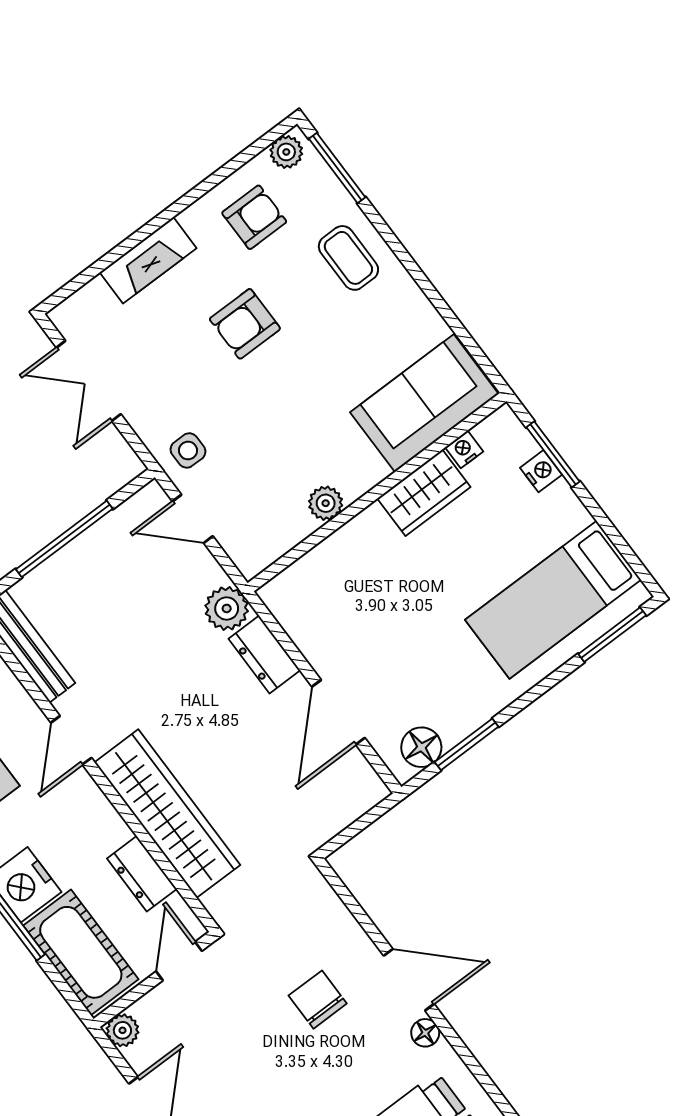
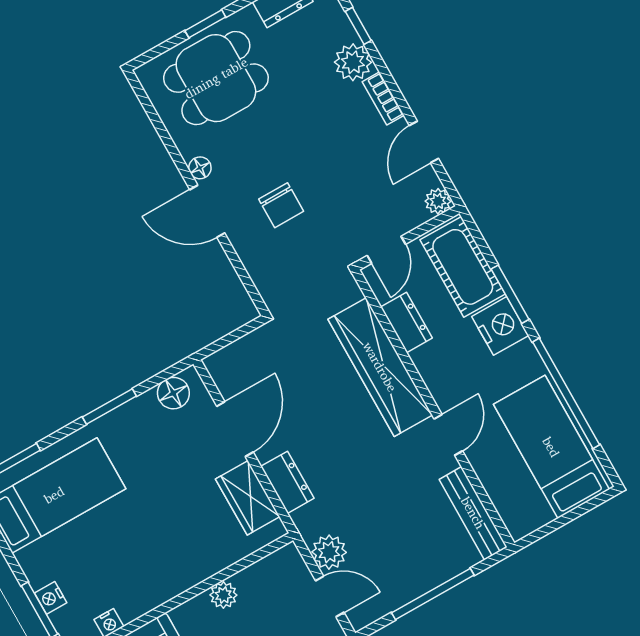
wardrobe: (424, 493) -> (248, 498), moved, turned -90
plant: (227, 608) -> (329, 552), moved
window: (467, 744) -> (109, 407), moved

